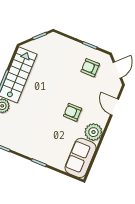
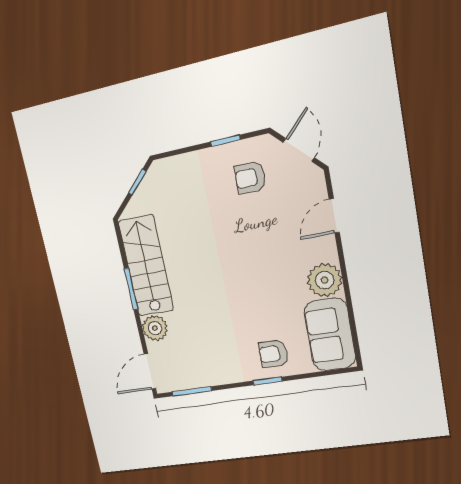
door: (115, 107) -> (334, 216), hinge flipped
armchair: (73, 112) -> (273, 354), moved

